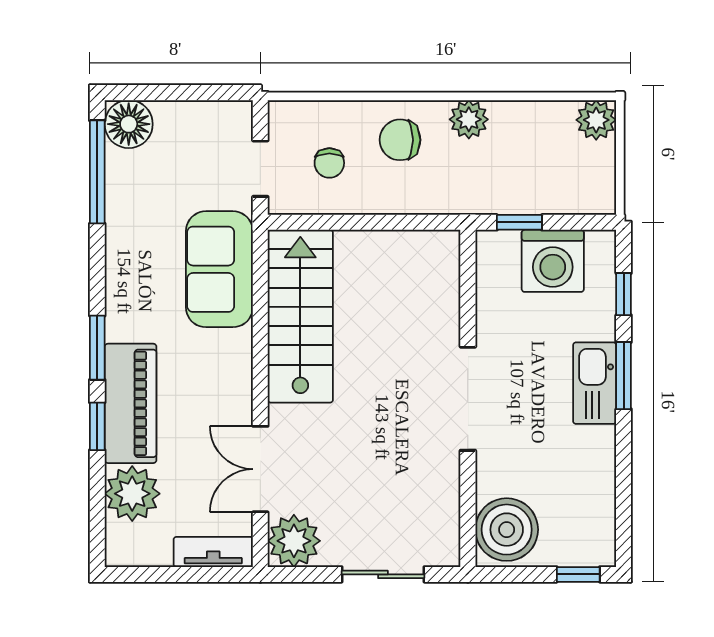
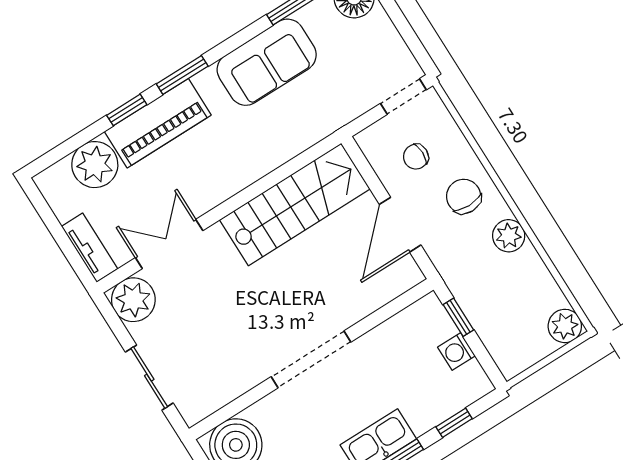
doorway: (260, 169) -> (403, 97), moved
door: (388, 222) -> (400, 225), added
washing machine: (553, 261) -> (456, 351), width x0.53, depth x0.53
sofa: (219, 269) -> (267, 62), moved, turned 180

